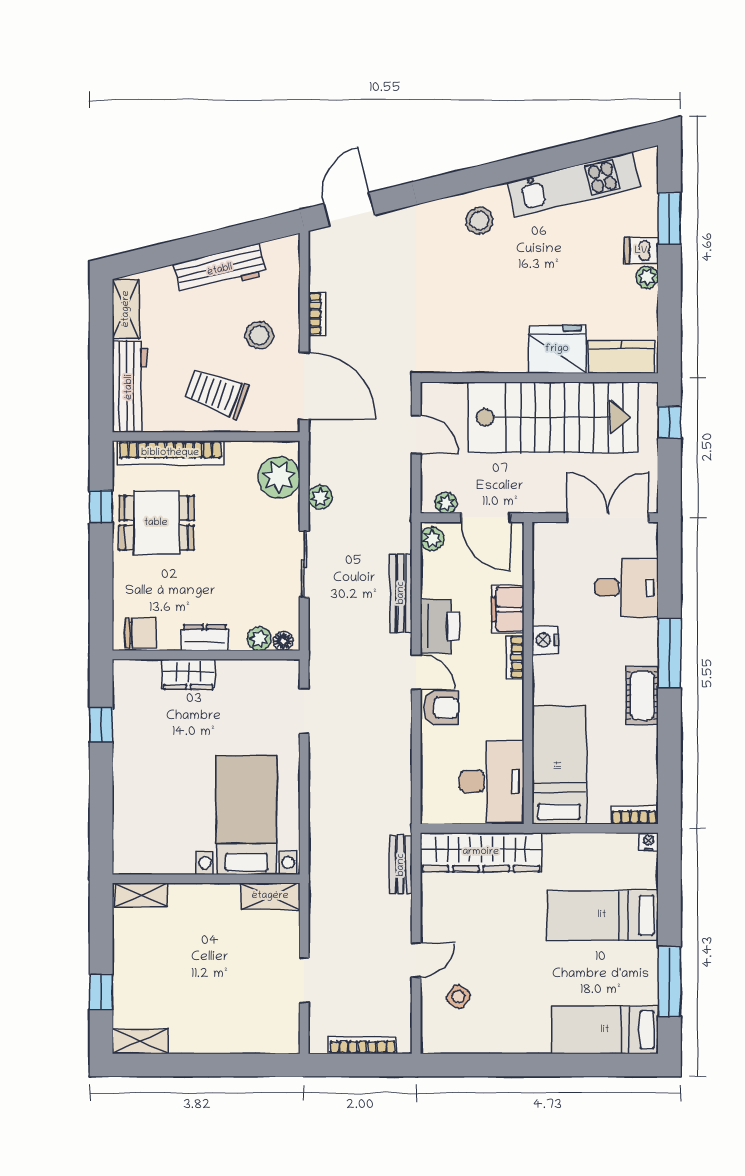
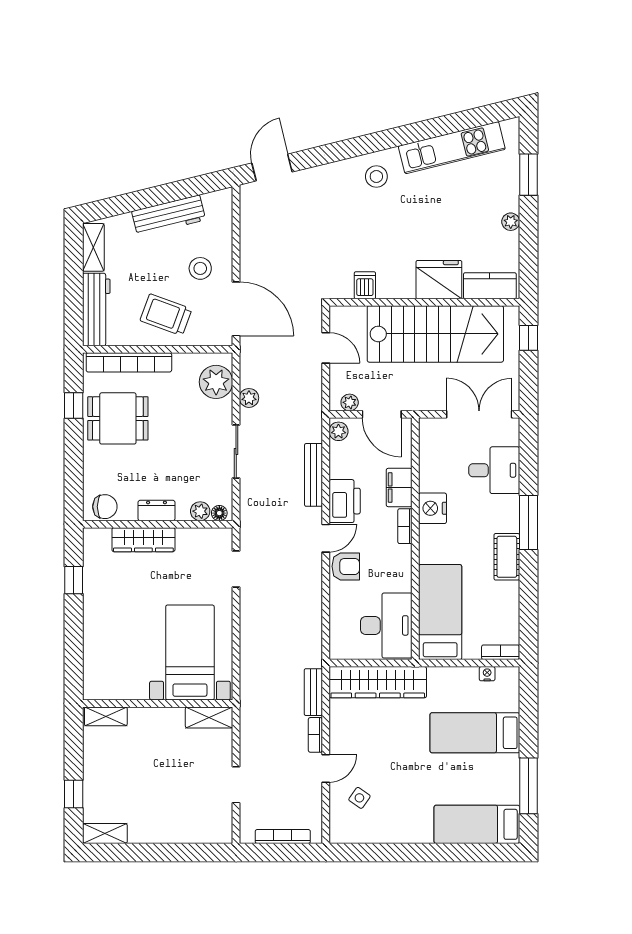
dishwasher: (641, 251) -> (365, 285), moved, turned 90
bookcase: (317, 314) -> (315, 735), moved, turned 180
nightstand: (545, 640) -> (433, 508), width x1.36, depth x1.33
door: (416, 672) -> (326, 538), hinge flipped
wardrobe: (188, 674) -> (143, 540), width x1.50
nightstand: (649, 842) -> (487, 674), moved

